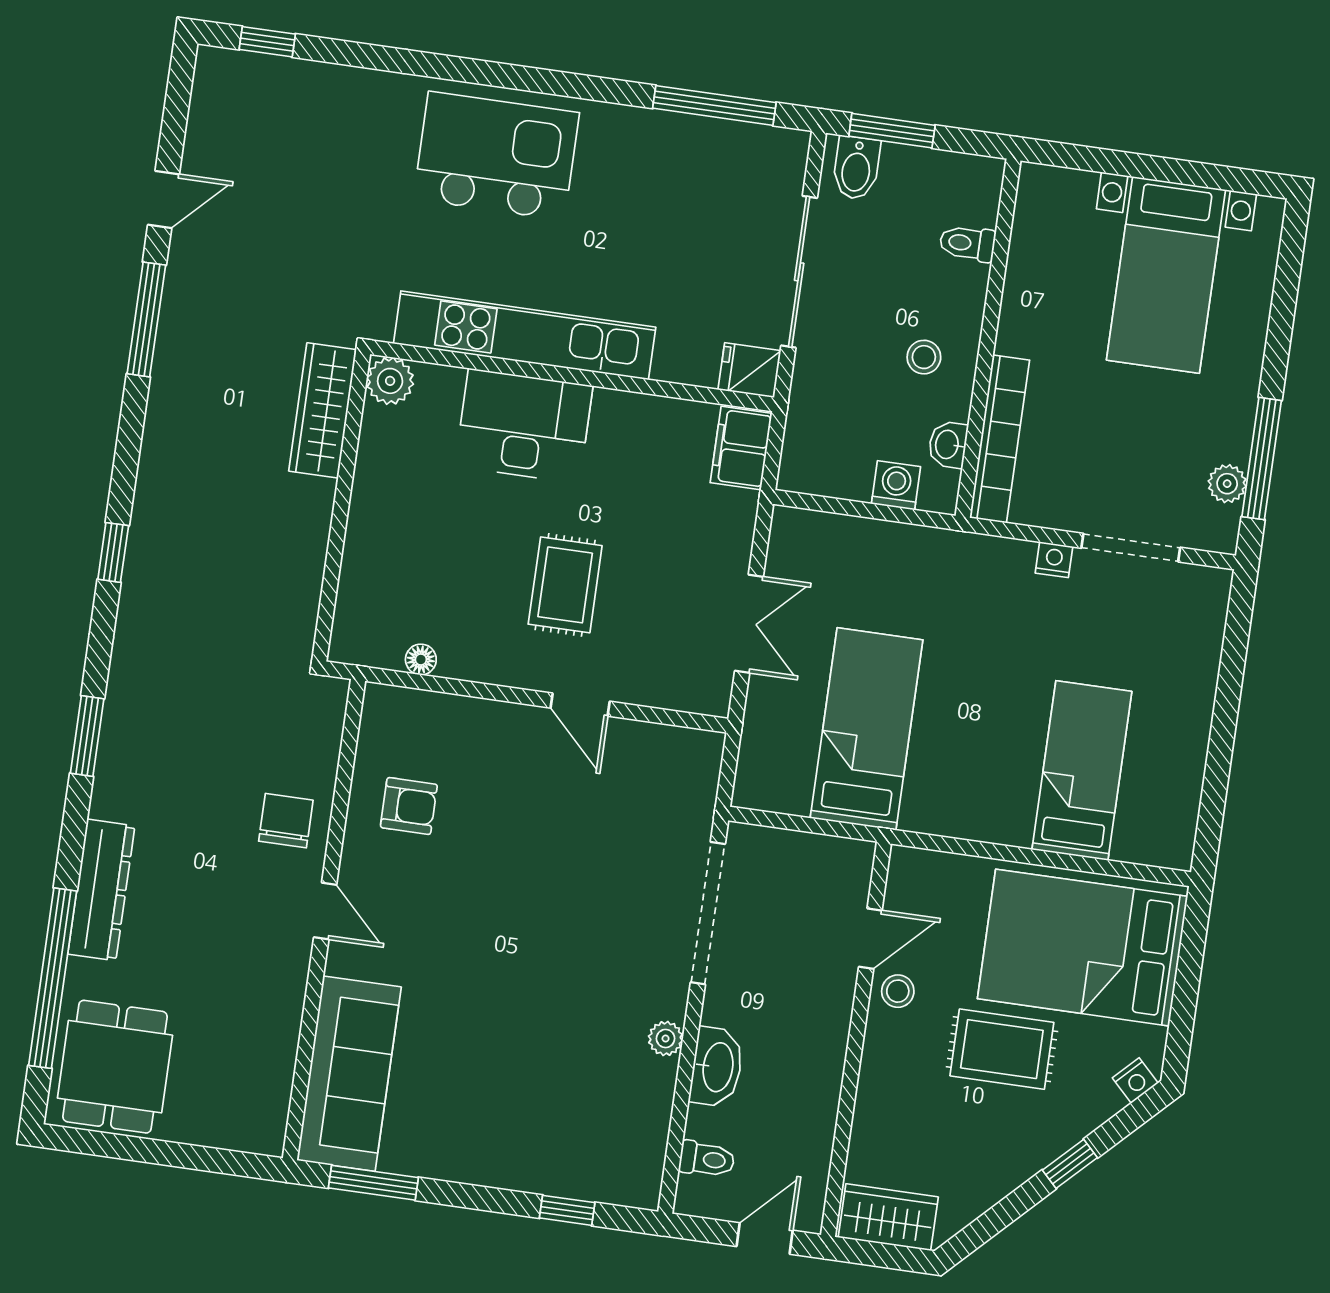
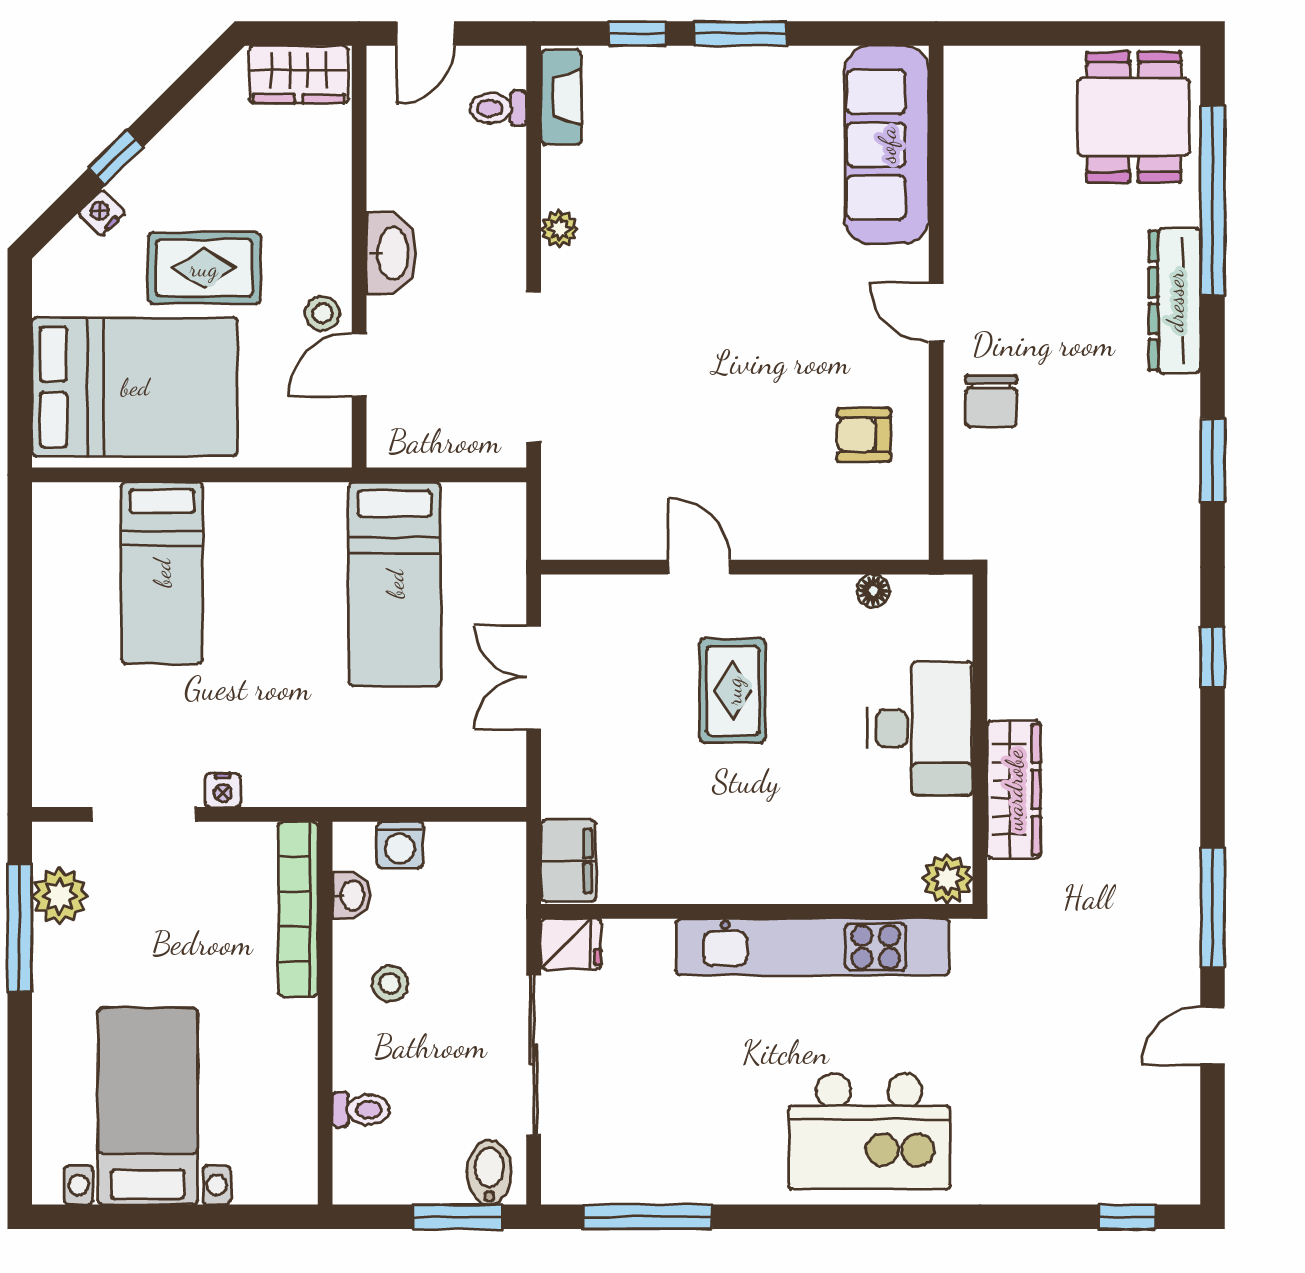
wardrobe: (323, 410) -> (1014, 790), moved
desk: (524, 426) -> (920, 728), moved, turned -90
plant: (1227, 484) -> (60, 896), width x1.38, depth x1.38
washbasin: (717, 1067) -> (391, 253), moved, turned 180
nightstand: (1135, 1080) -> (102, 213), moved
fireplace: (646, 1161) -> (561, 97), added
window: (373, 1183) -> (740, 34), moved

